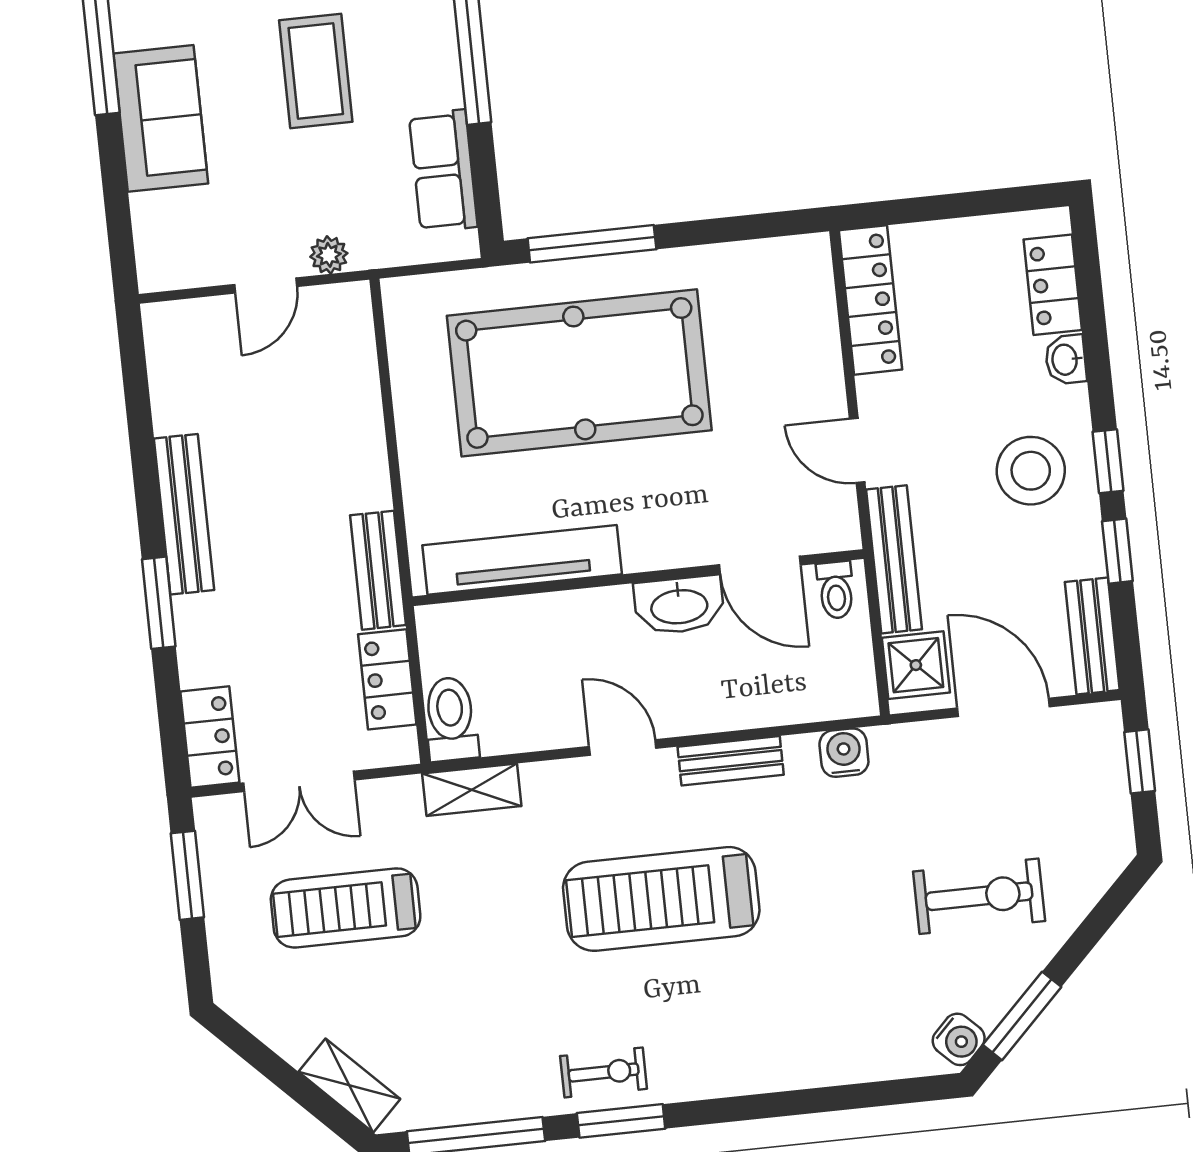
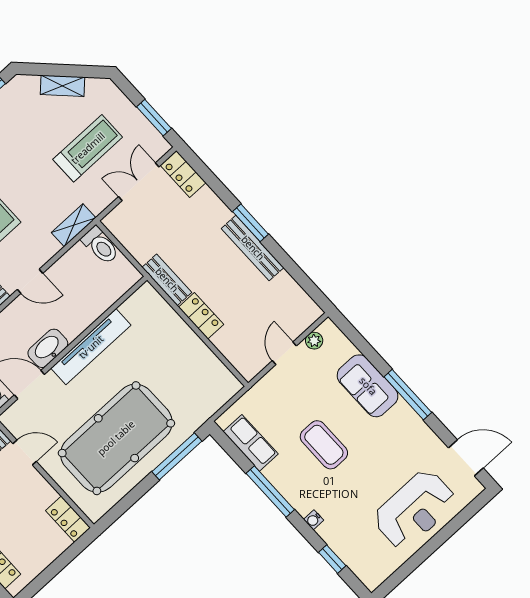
plant: (329, 255) -> (314, 341), moved
locker: (871, 300) -> (68, 519), width x0.66
pool table: (579, 373) -> (116, 438), moved
tv unit: (522, 560) -> (91, 347), moved
window: (159, 603) -> (250, 223), moved
locker: (387, 679) -> (201, 316), moved
shelving: (349, 1085) -> (62, 86), moved

